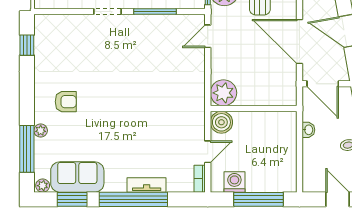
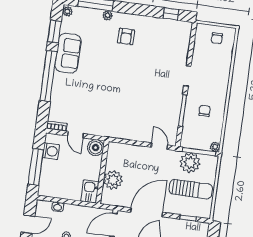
plant: (223, 93) -> (113, 180), moved
kitchen sink: (282, 122) -> (90, 191), added
washbasin: (308, 130) -> (58, 207), moved
sofa: (77, 177) -> (68, 53), moved
tv unit: (147, 185) -> (57, 87), removed

